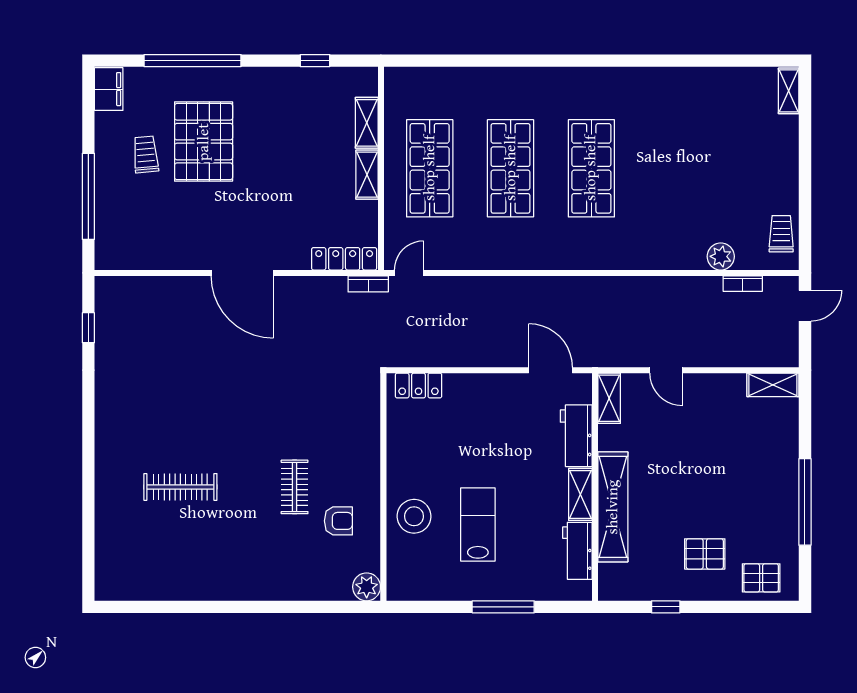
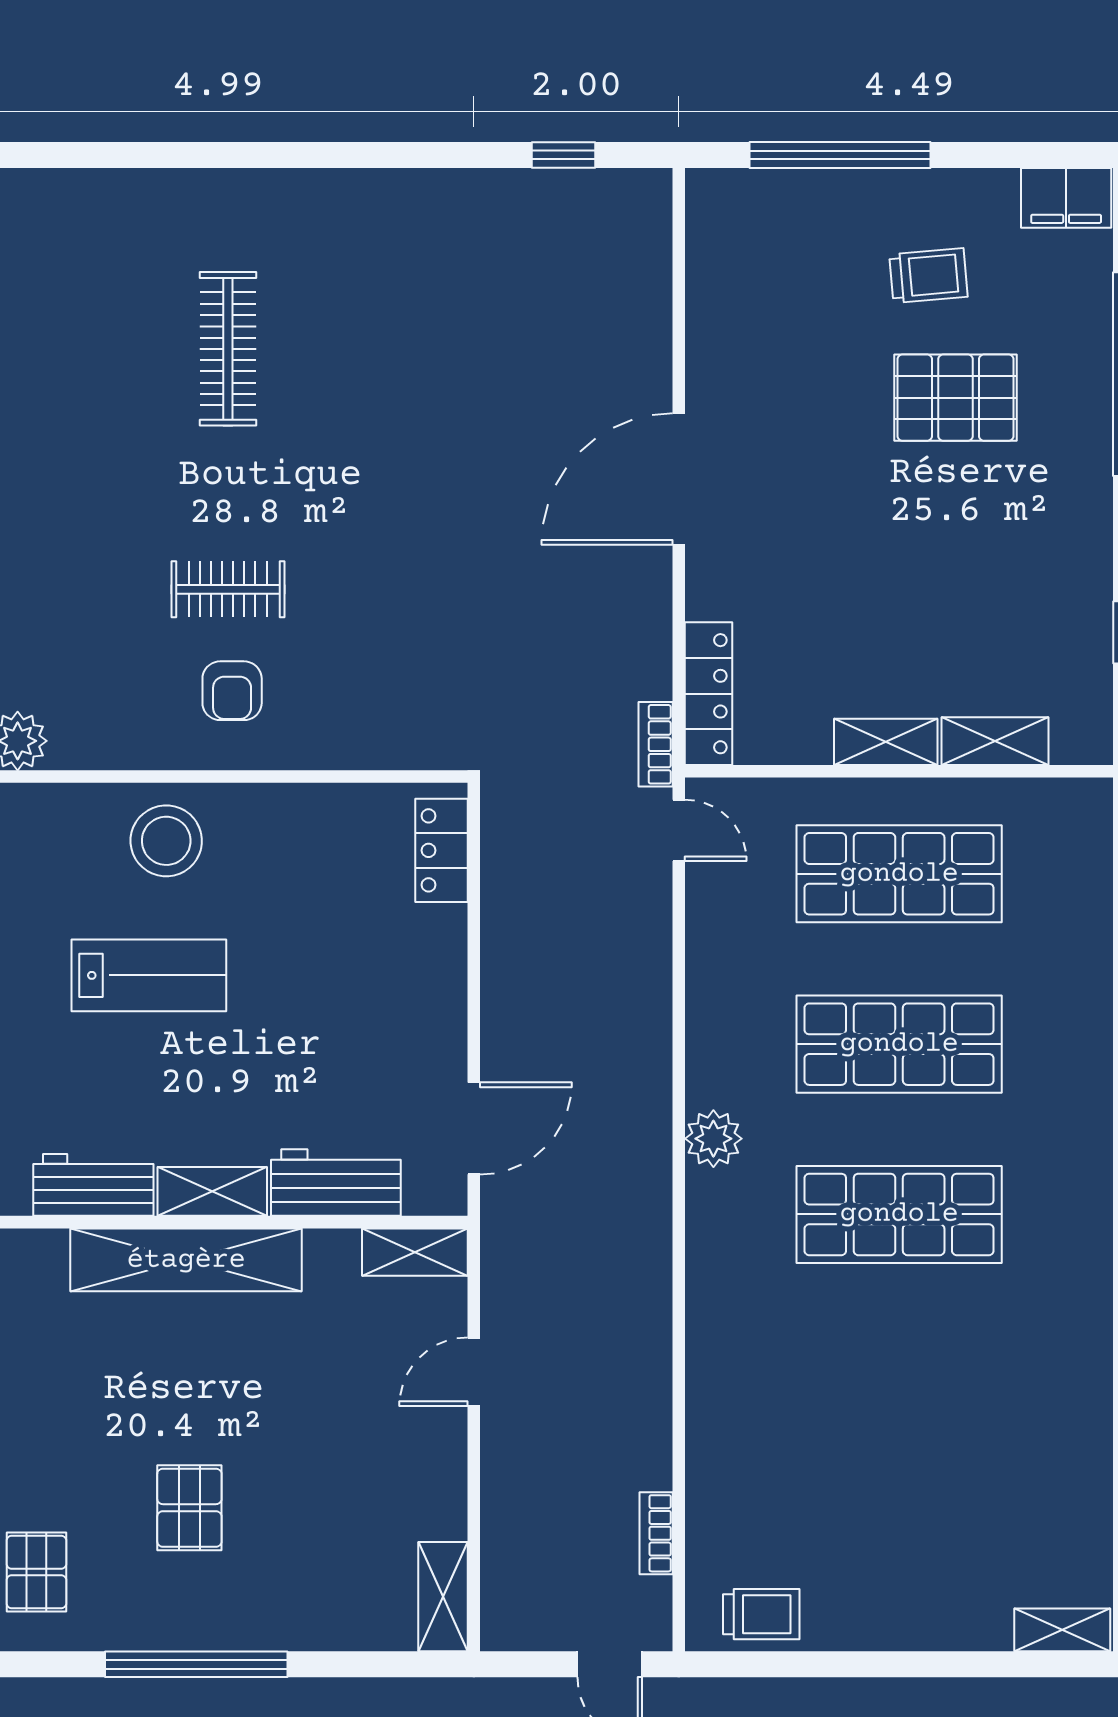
pallet: (204, 142) -> (956, 398), width x0.73, depth x0.71
plant: (721, 256) -> (713, 1139), moved
armchair: (338, 521) -> (232, 691), moved
pallet: (705, 554) -> (189, 1508), moved

